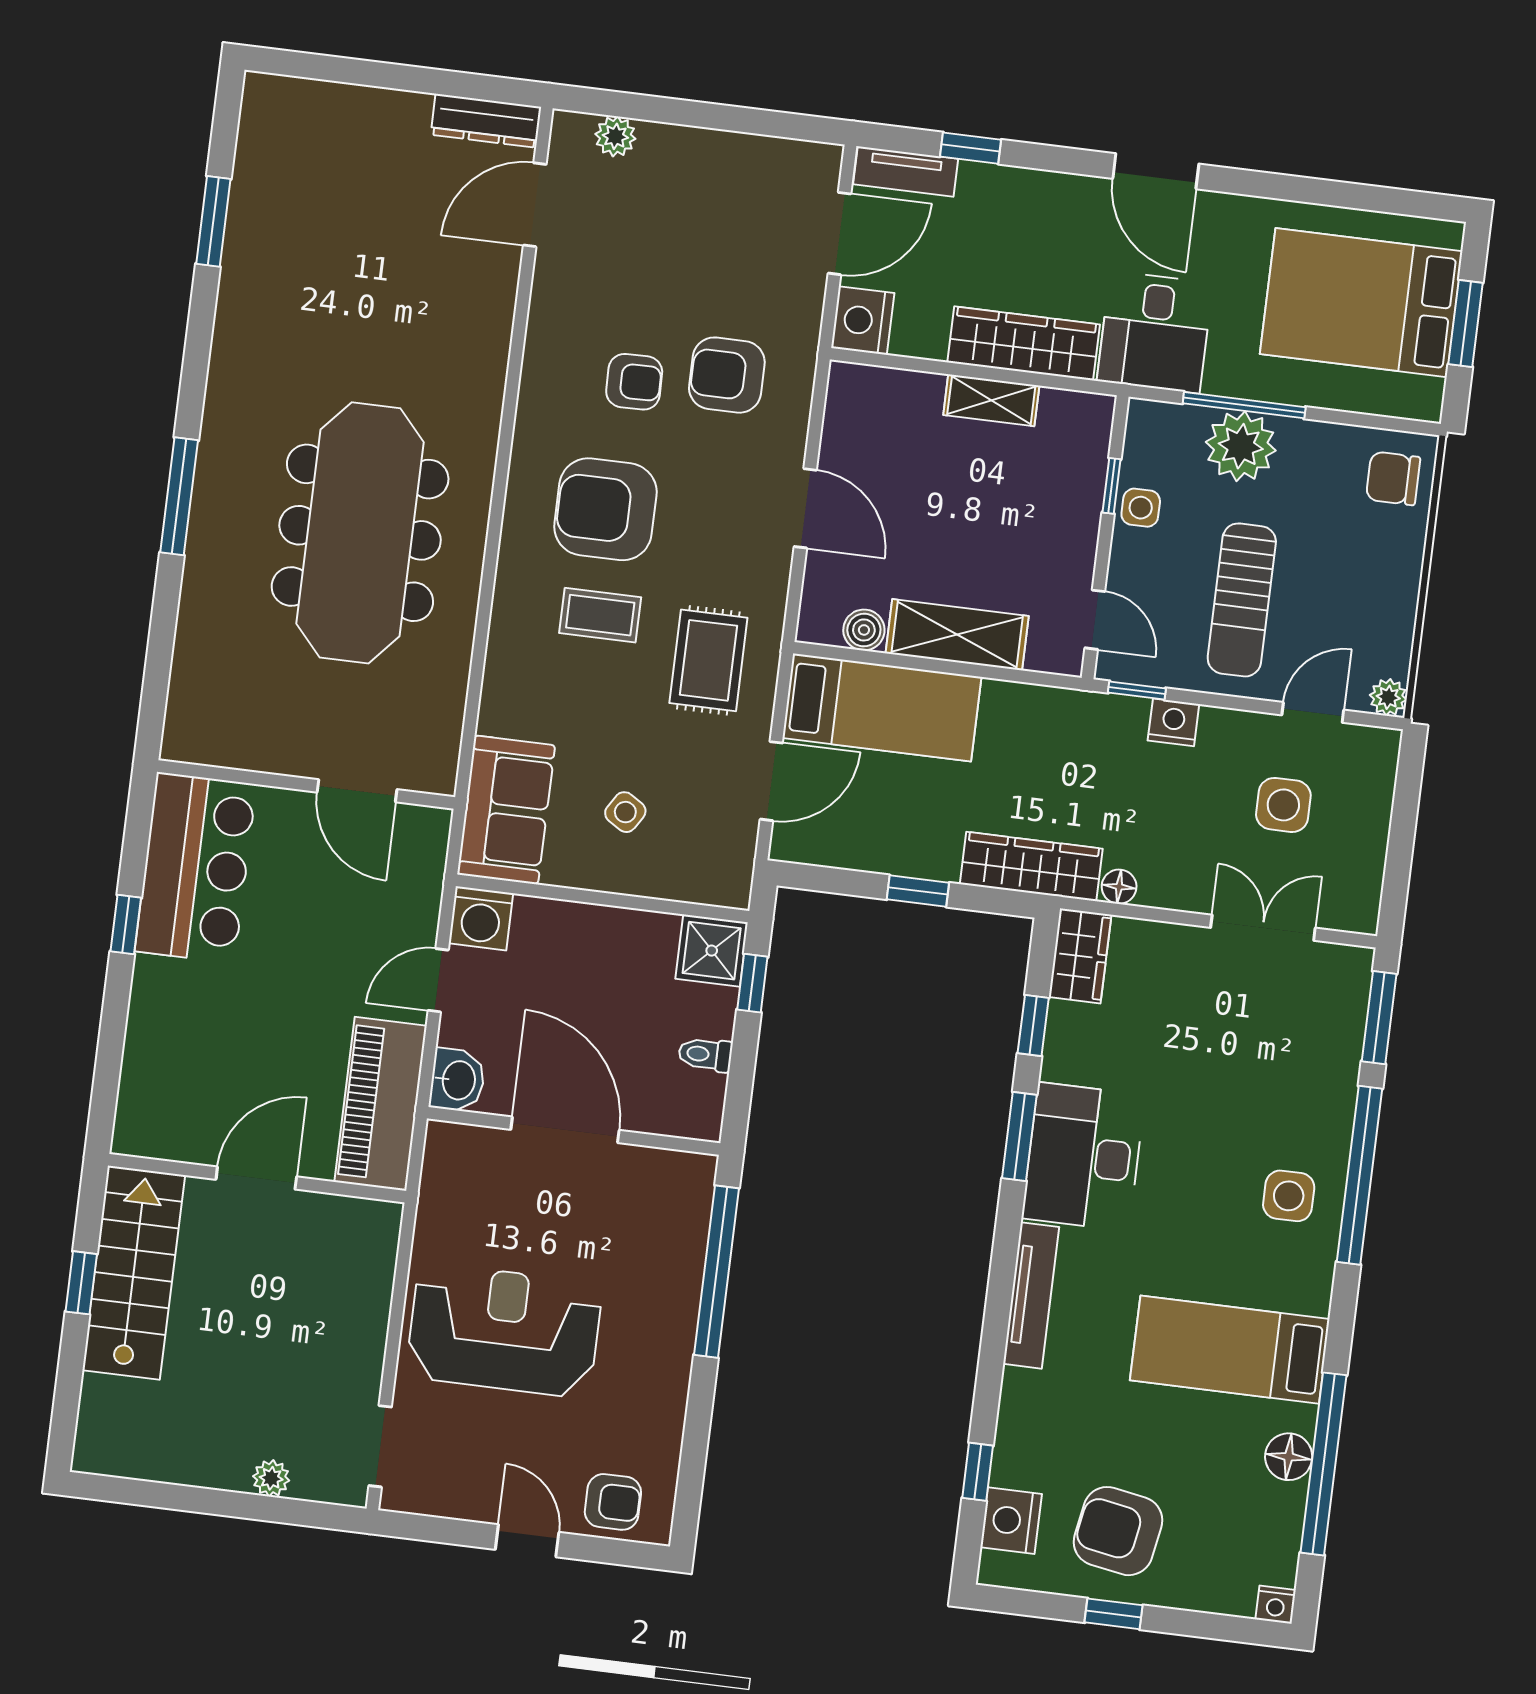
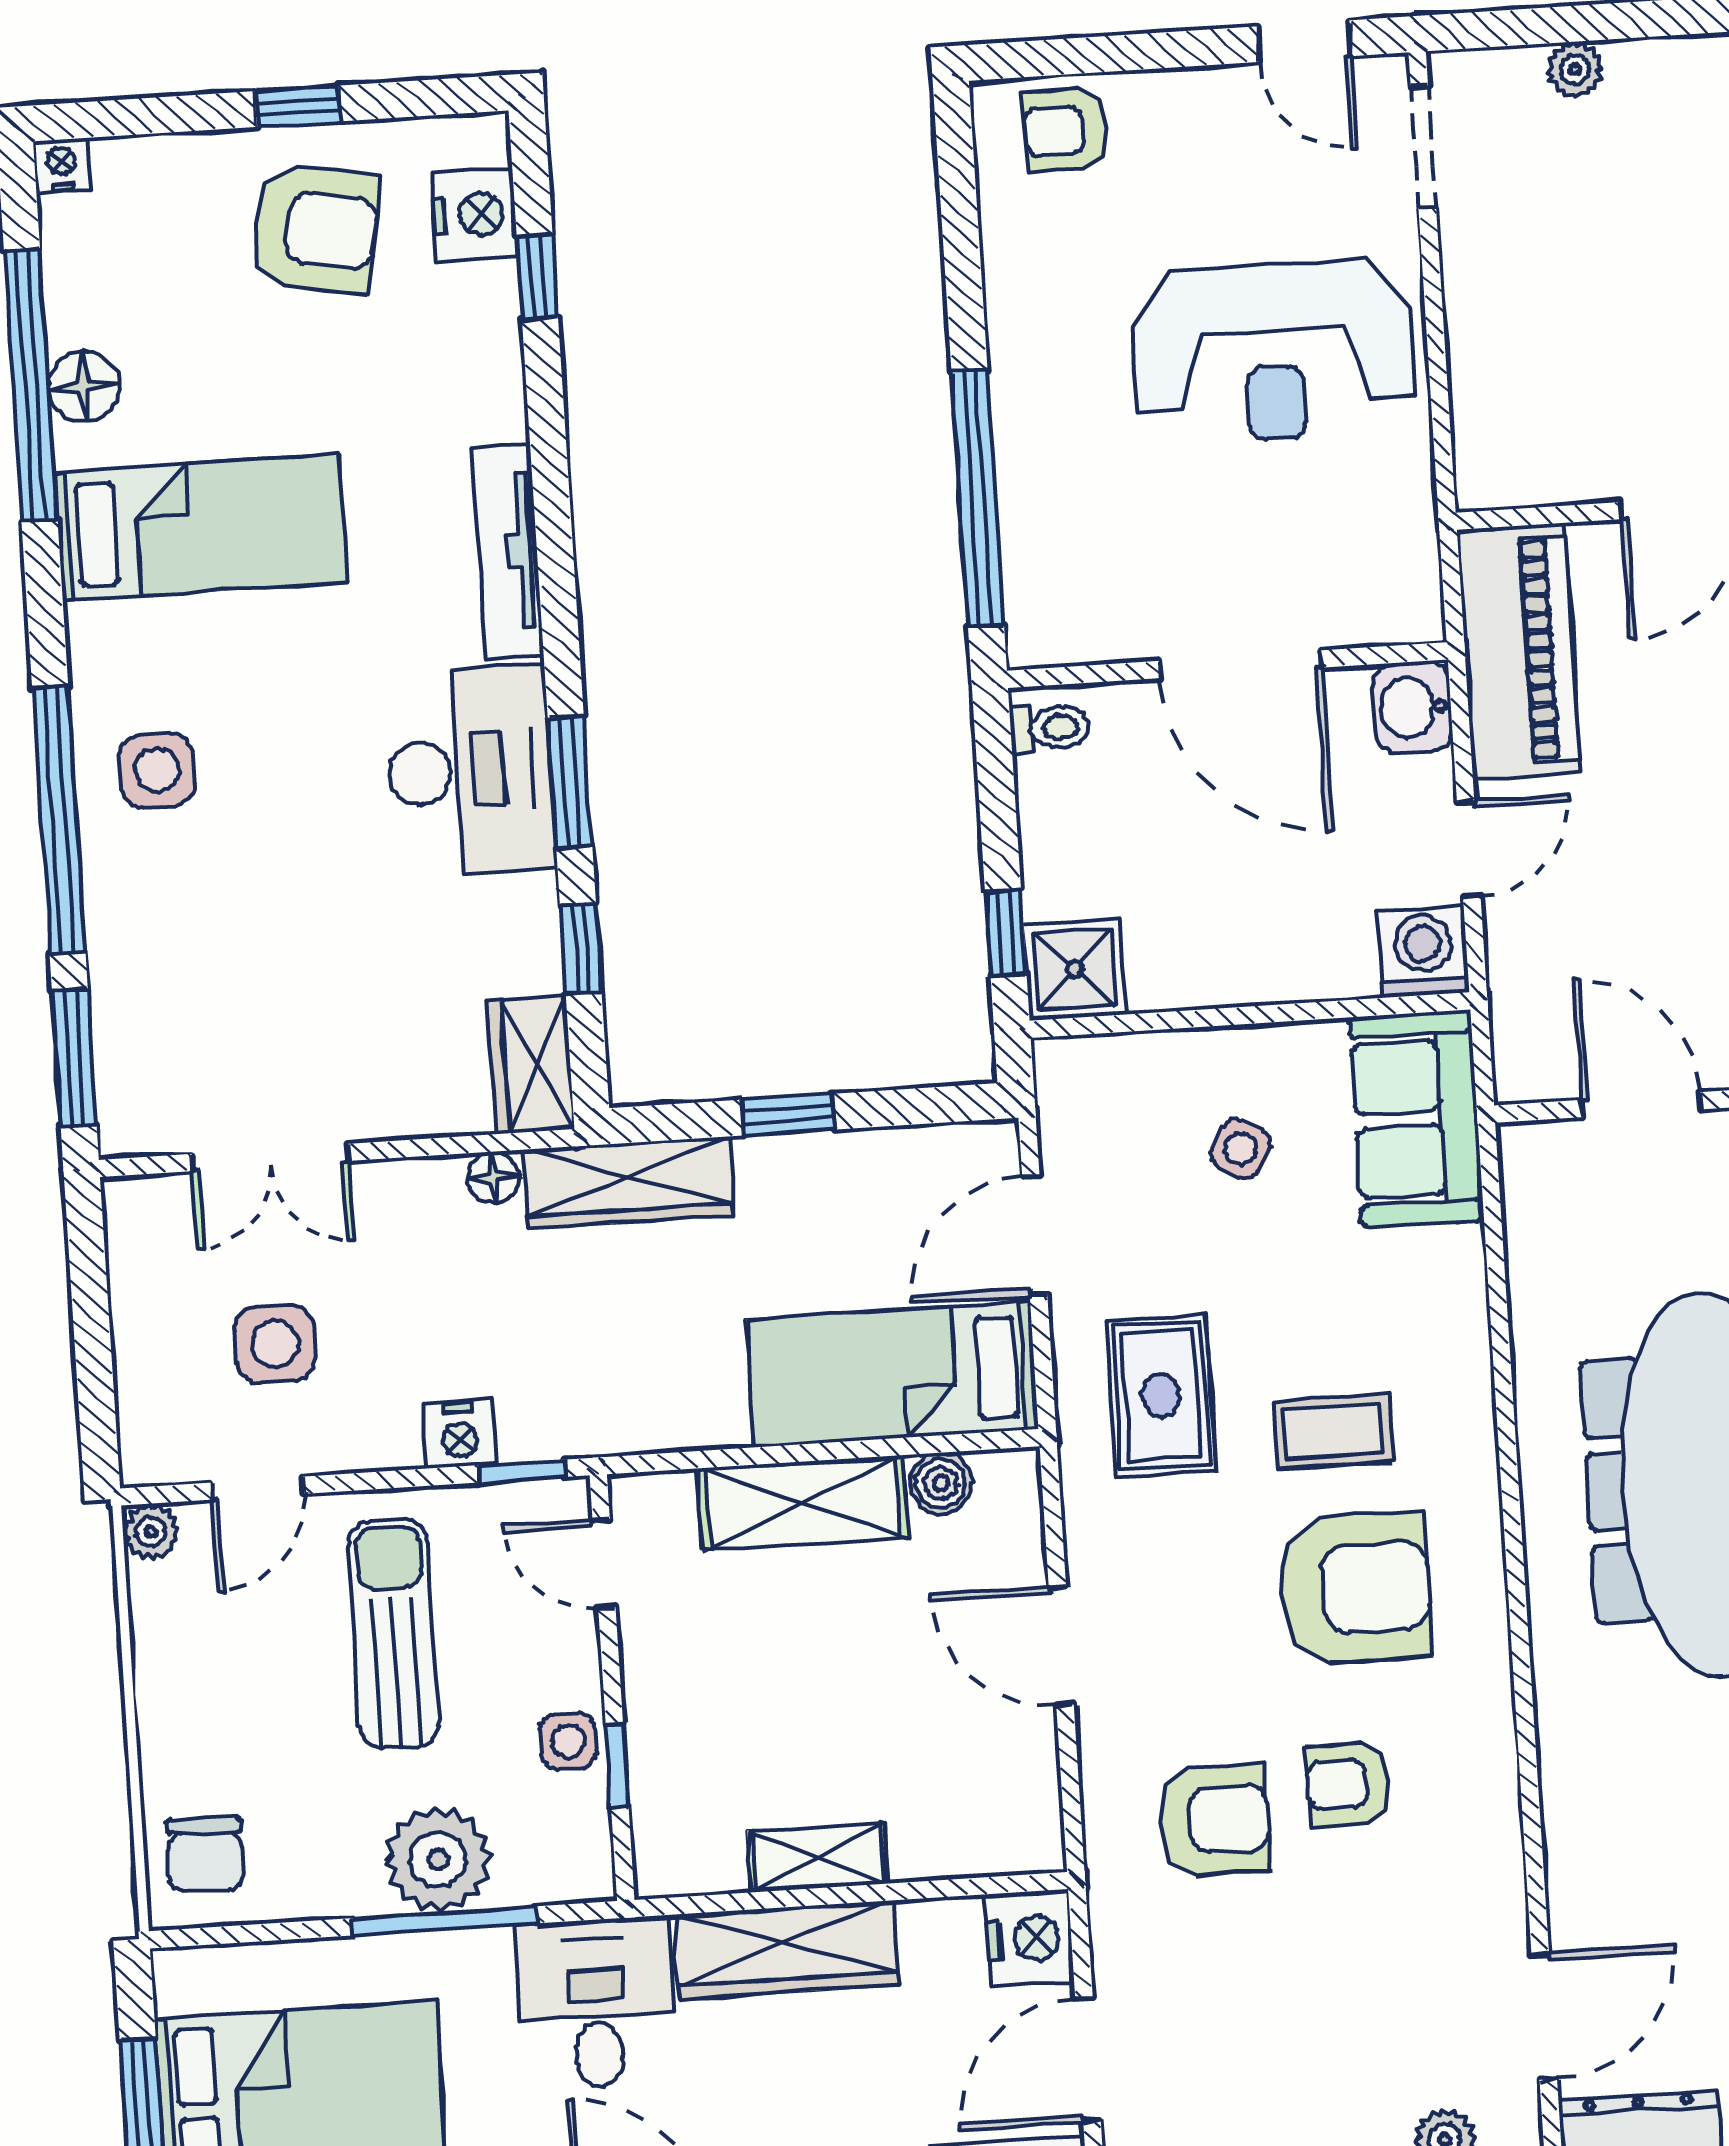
chair: (1393, 478) -> (205, 1855), turned 92
toilet: (705, 1054) -> (1050, 728), moved
door: (527, 1541) -> (1305, 41), moved

